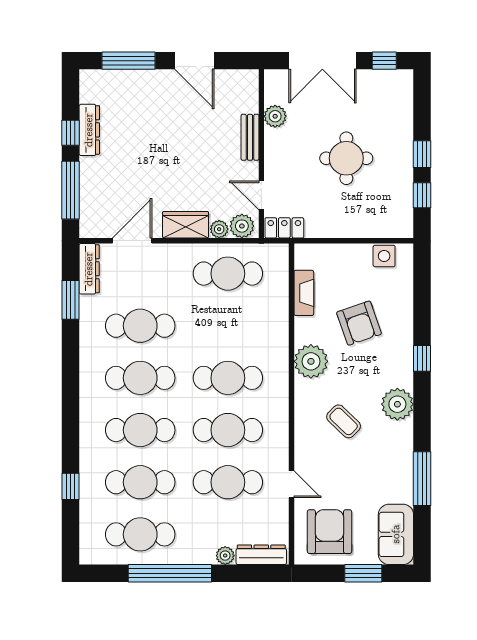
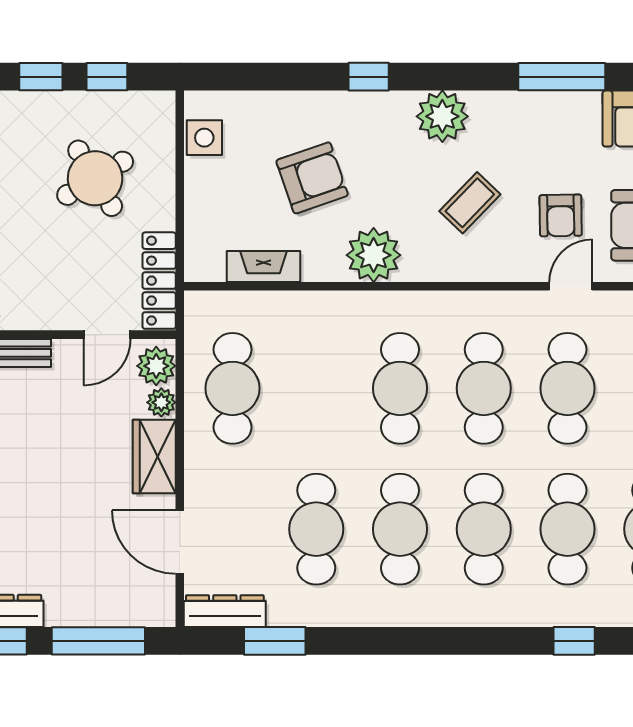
round table: (346, 158) -> (95, 178), moved, turned -31
locker: (284, 228) -> (159, 281), width x1.53
armchair: (336, 478) -> (561, 215), added

